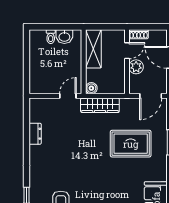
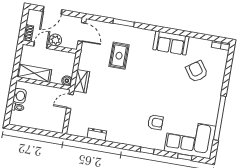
door: (127, 51) -> (41, 45), hinge flipped
door: (68, 96) -> (70, 101), hinge flipped
wardrobe: (100, 105) -> (81, 81), width x0.67
rug: (131, 144) -> (119, 56), width x0.73, depth x0.70

